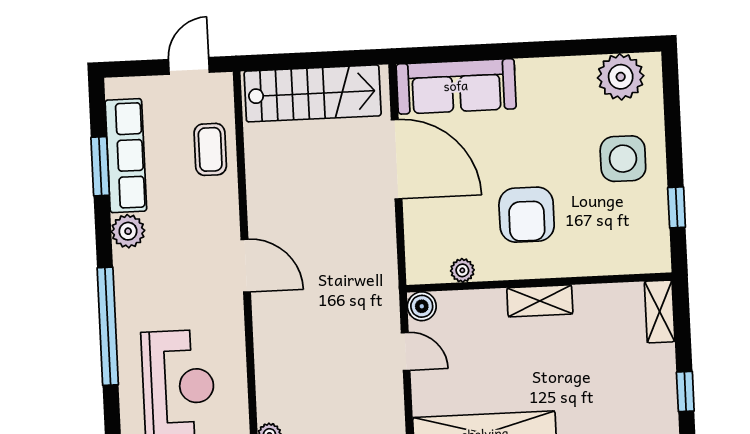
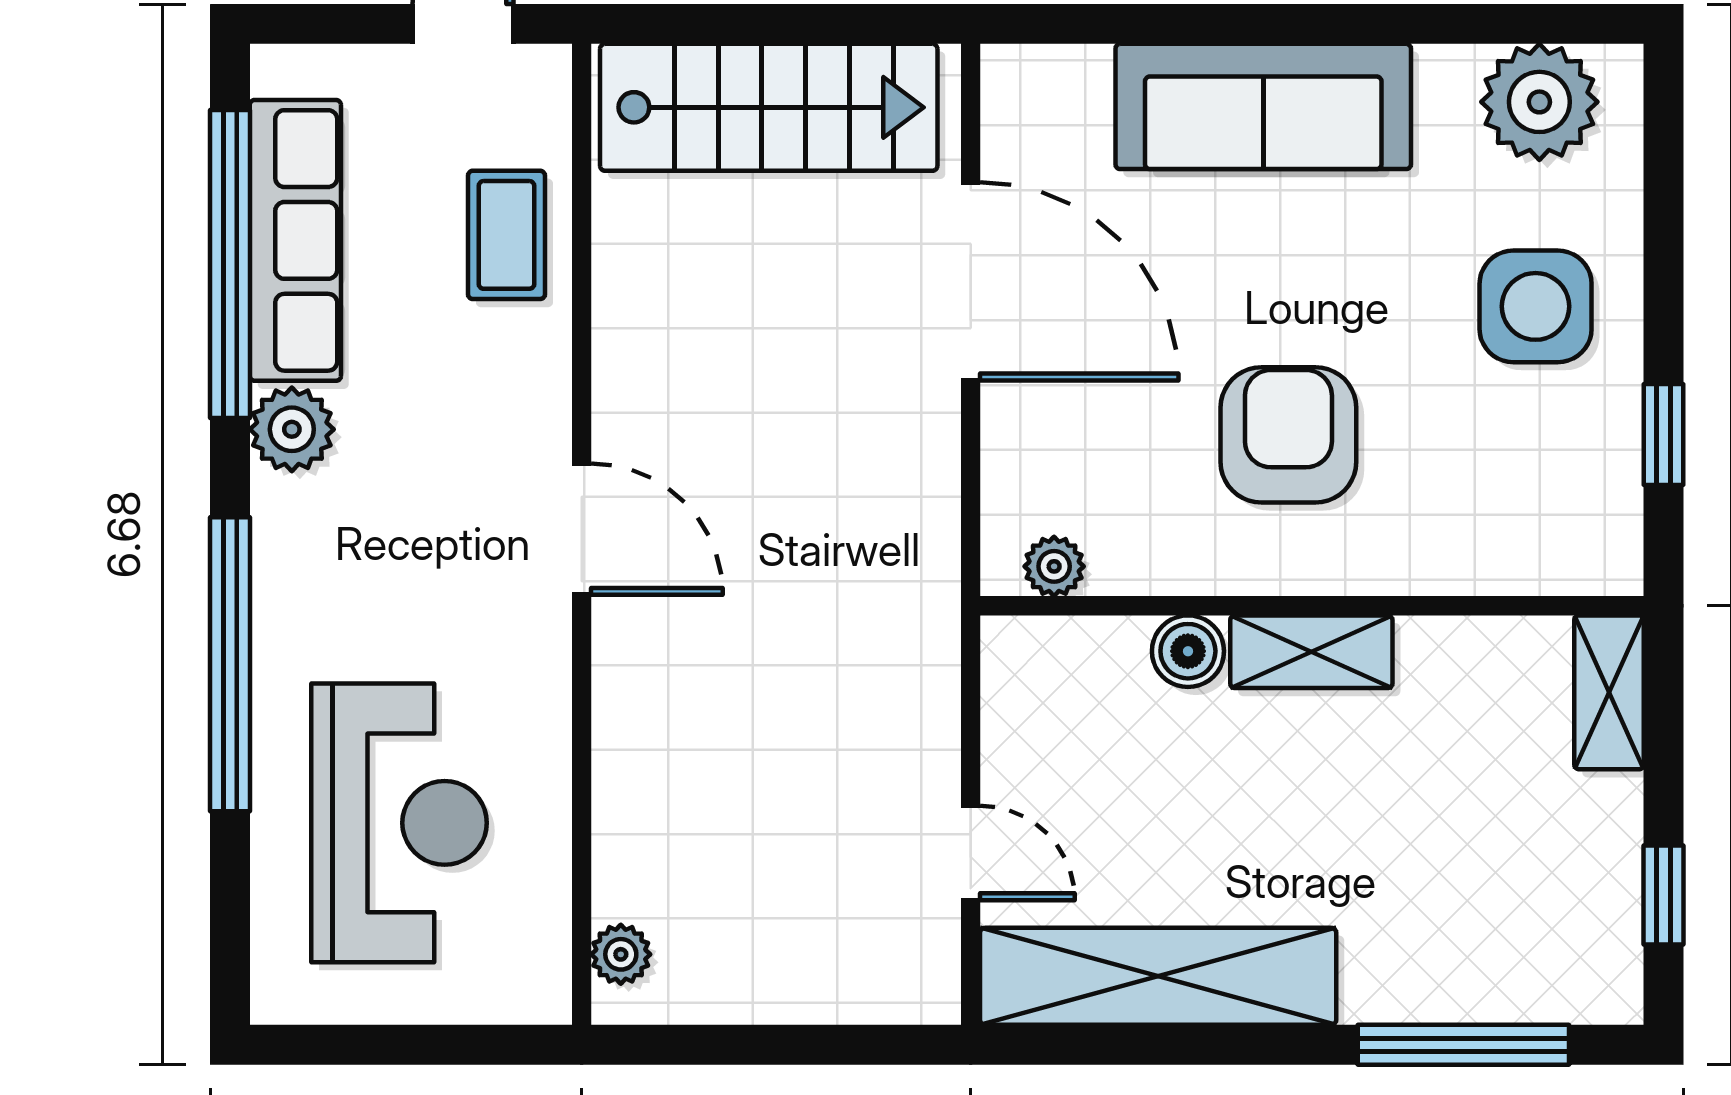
sofa: (456, 86) -> (1263, 106), moved
window: (100, 166) -> (230, 264), width x2.11
armchair: (527, 215) -> (1288, 435), turned 180
plant: (462, 270) -> (1054, 566), moved
boiler: (422, 306) -> (1188, 651), moved
door: (406, 352) -> (971, 853), moved

